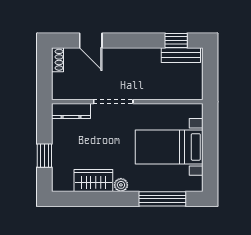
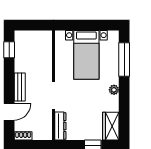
bench: (181, 55) -> (20, 87), moved
wardrobe: (93, 181) -> (111, 126), moved

